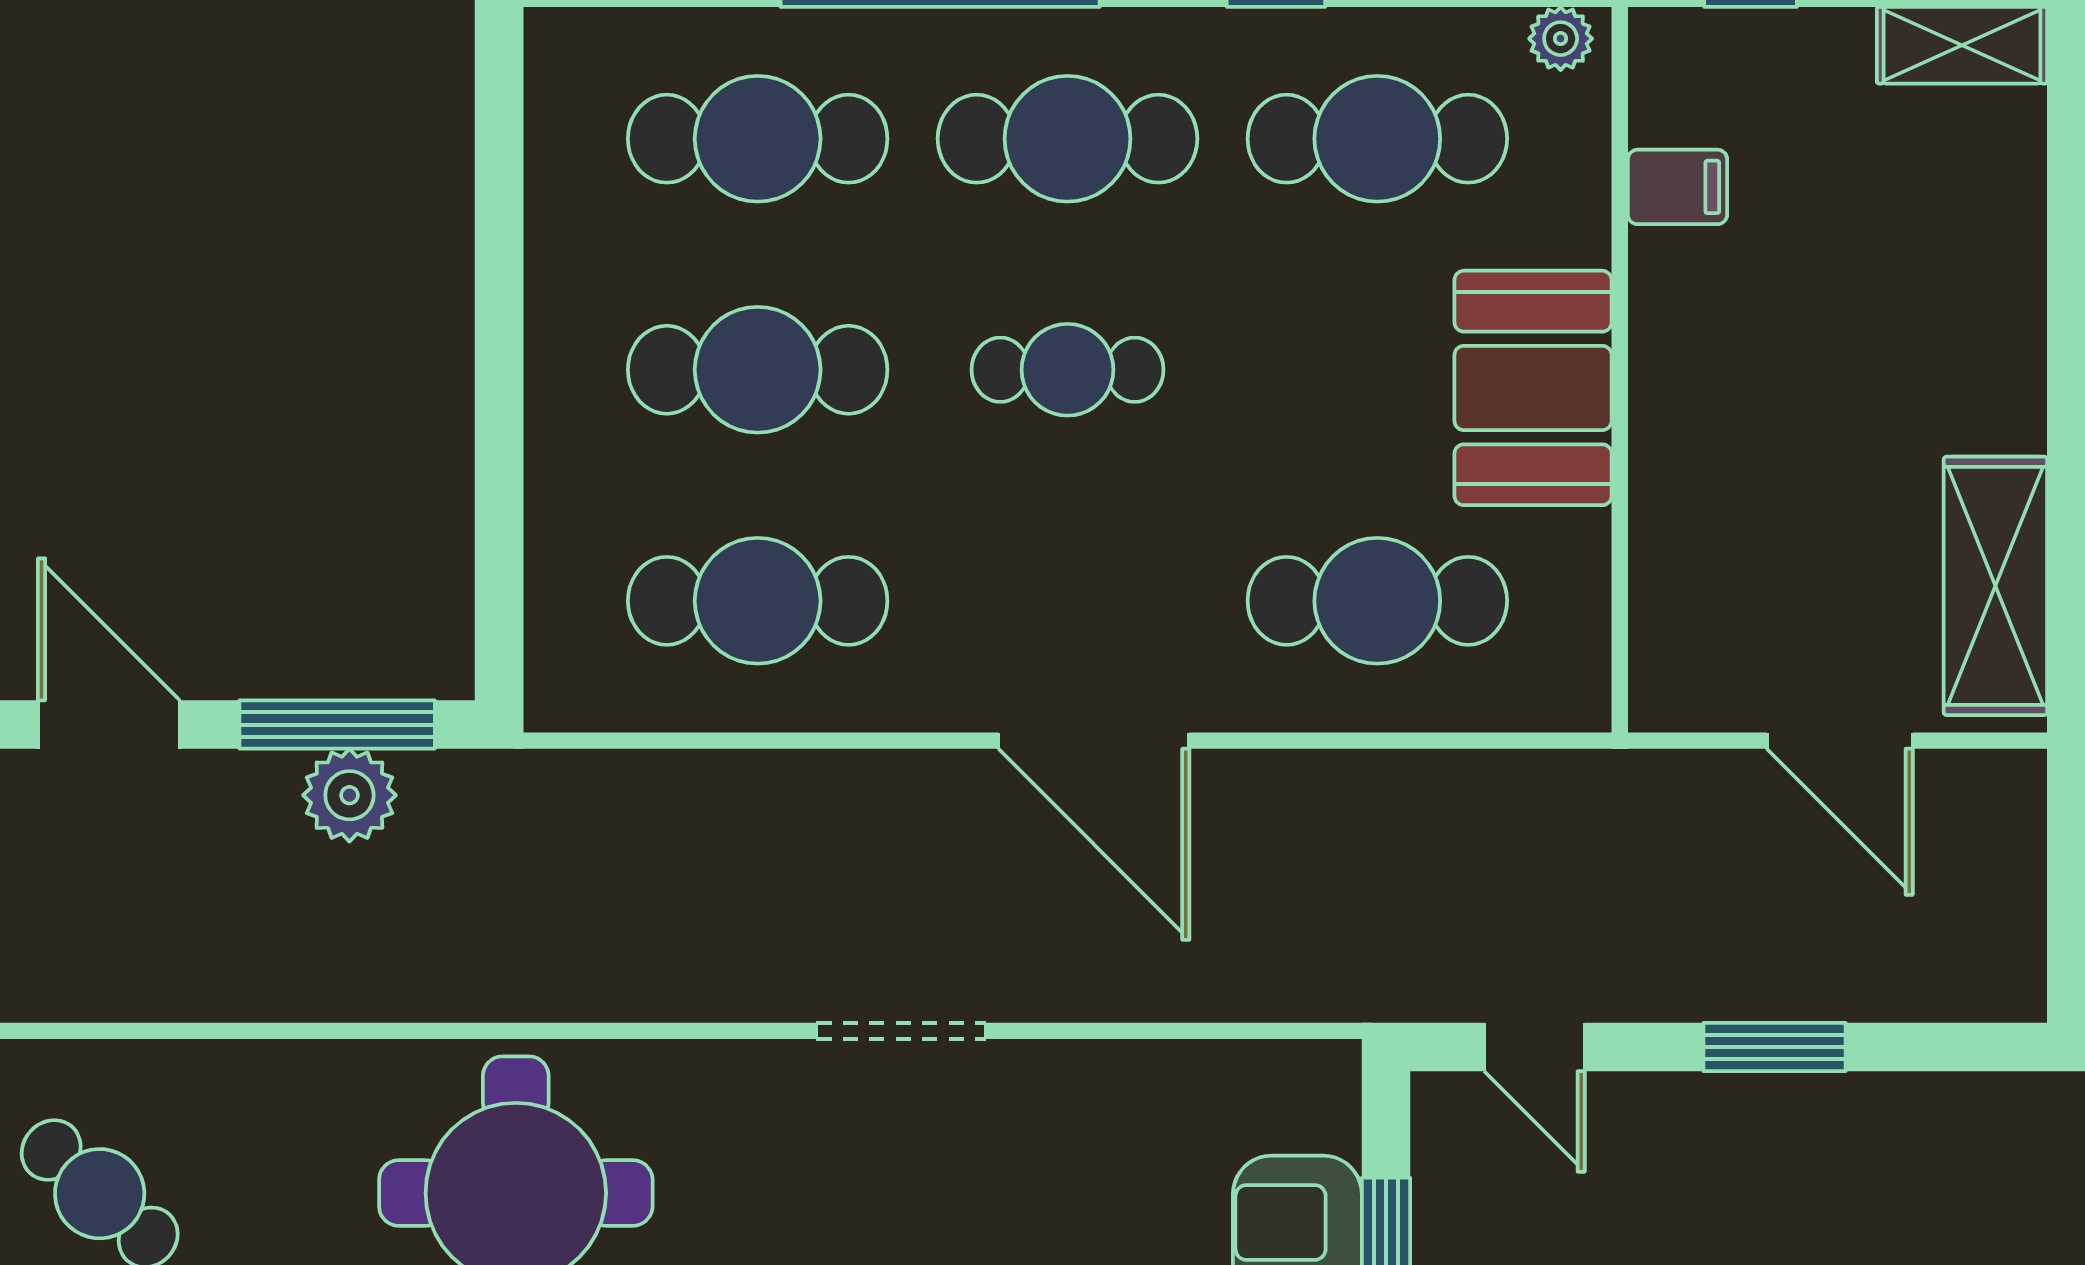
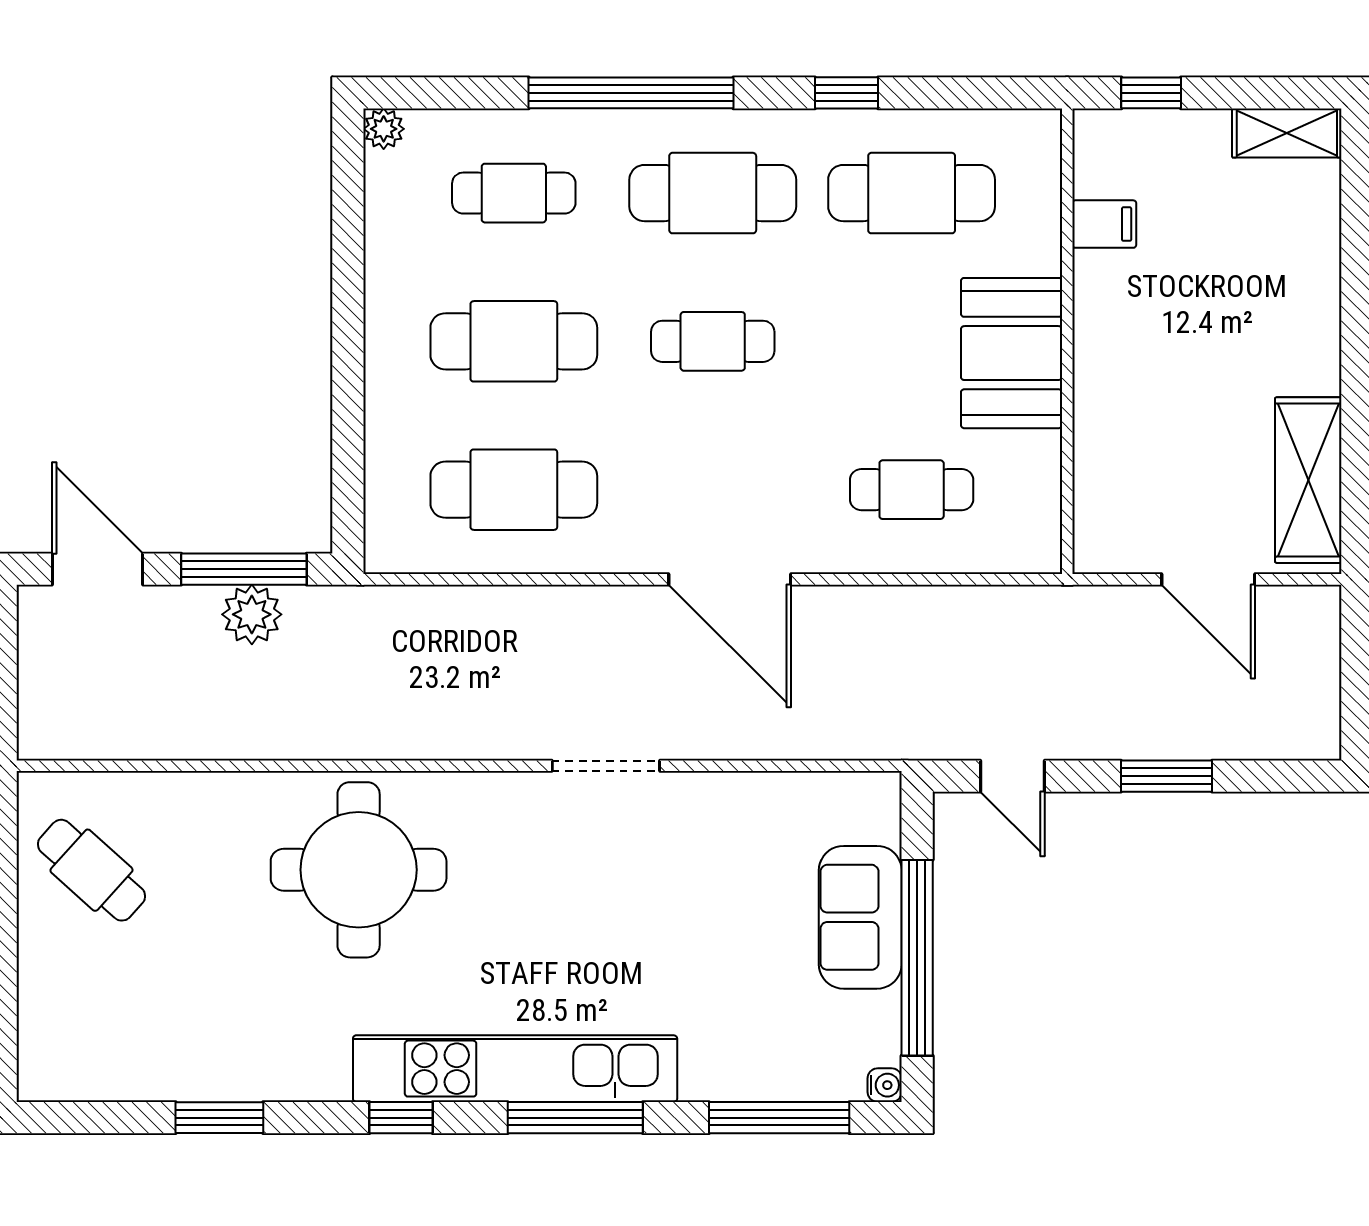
plant: (1561, 39) -> (384, 129), moved
cafe table: (758, 139) -> (514, 193), width x0.73, depth x0.74
cafe table: (1377, 601) -> (912, 490), width x0.73, depth x0.74

